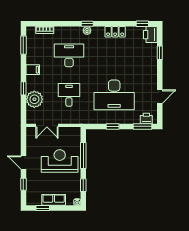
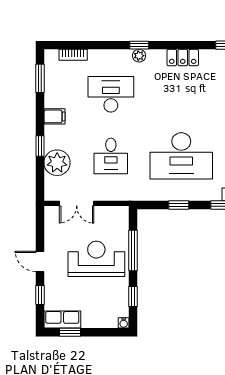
desk: (69, 95) -> (111, 156), turned 180
row of seats: (54, 200) -> (62, 319), moved

